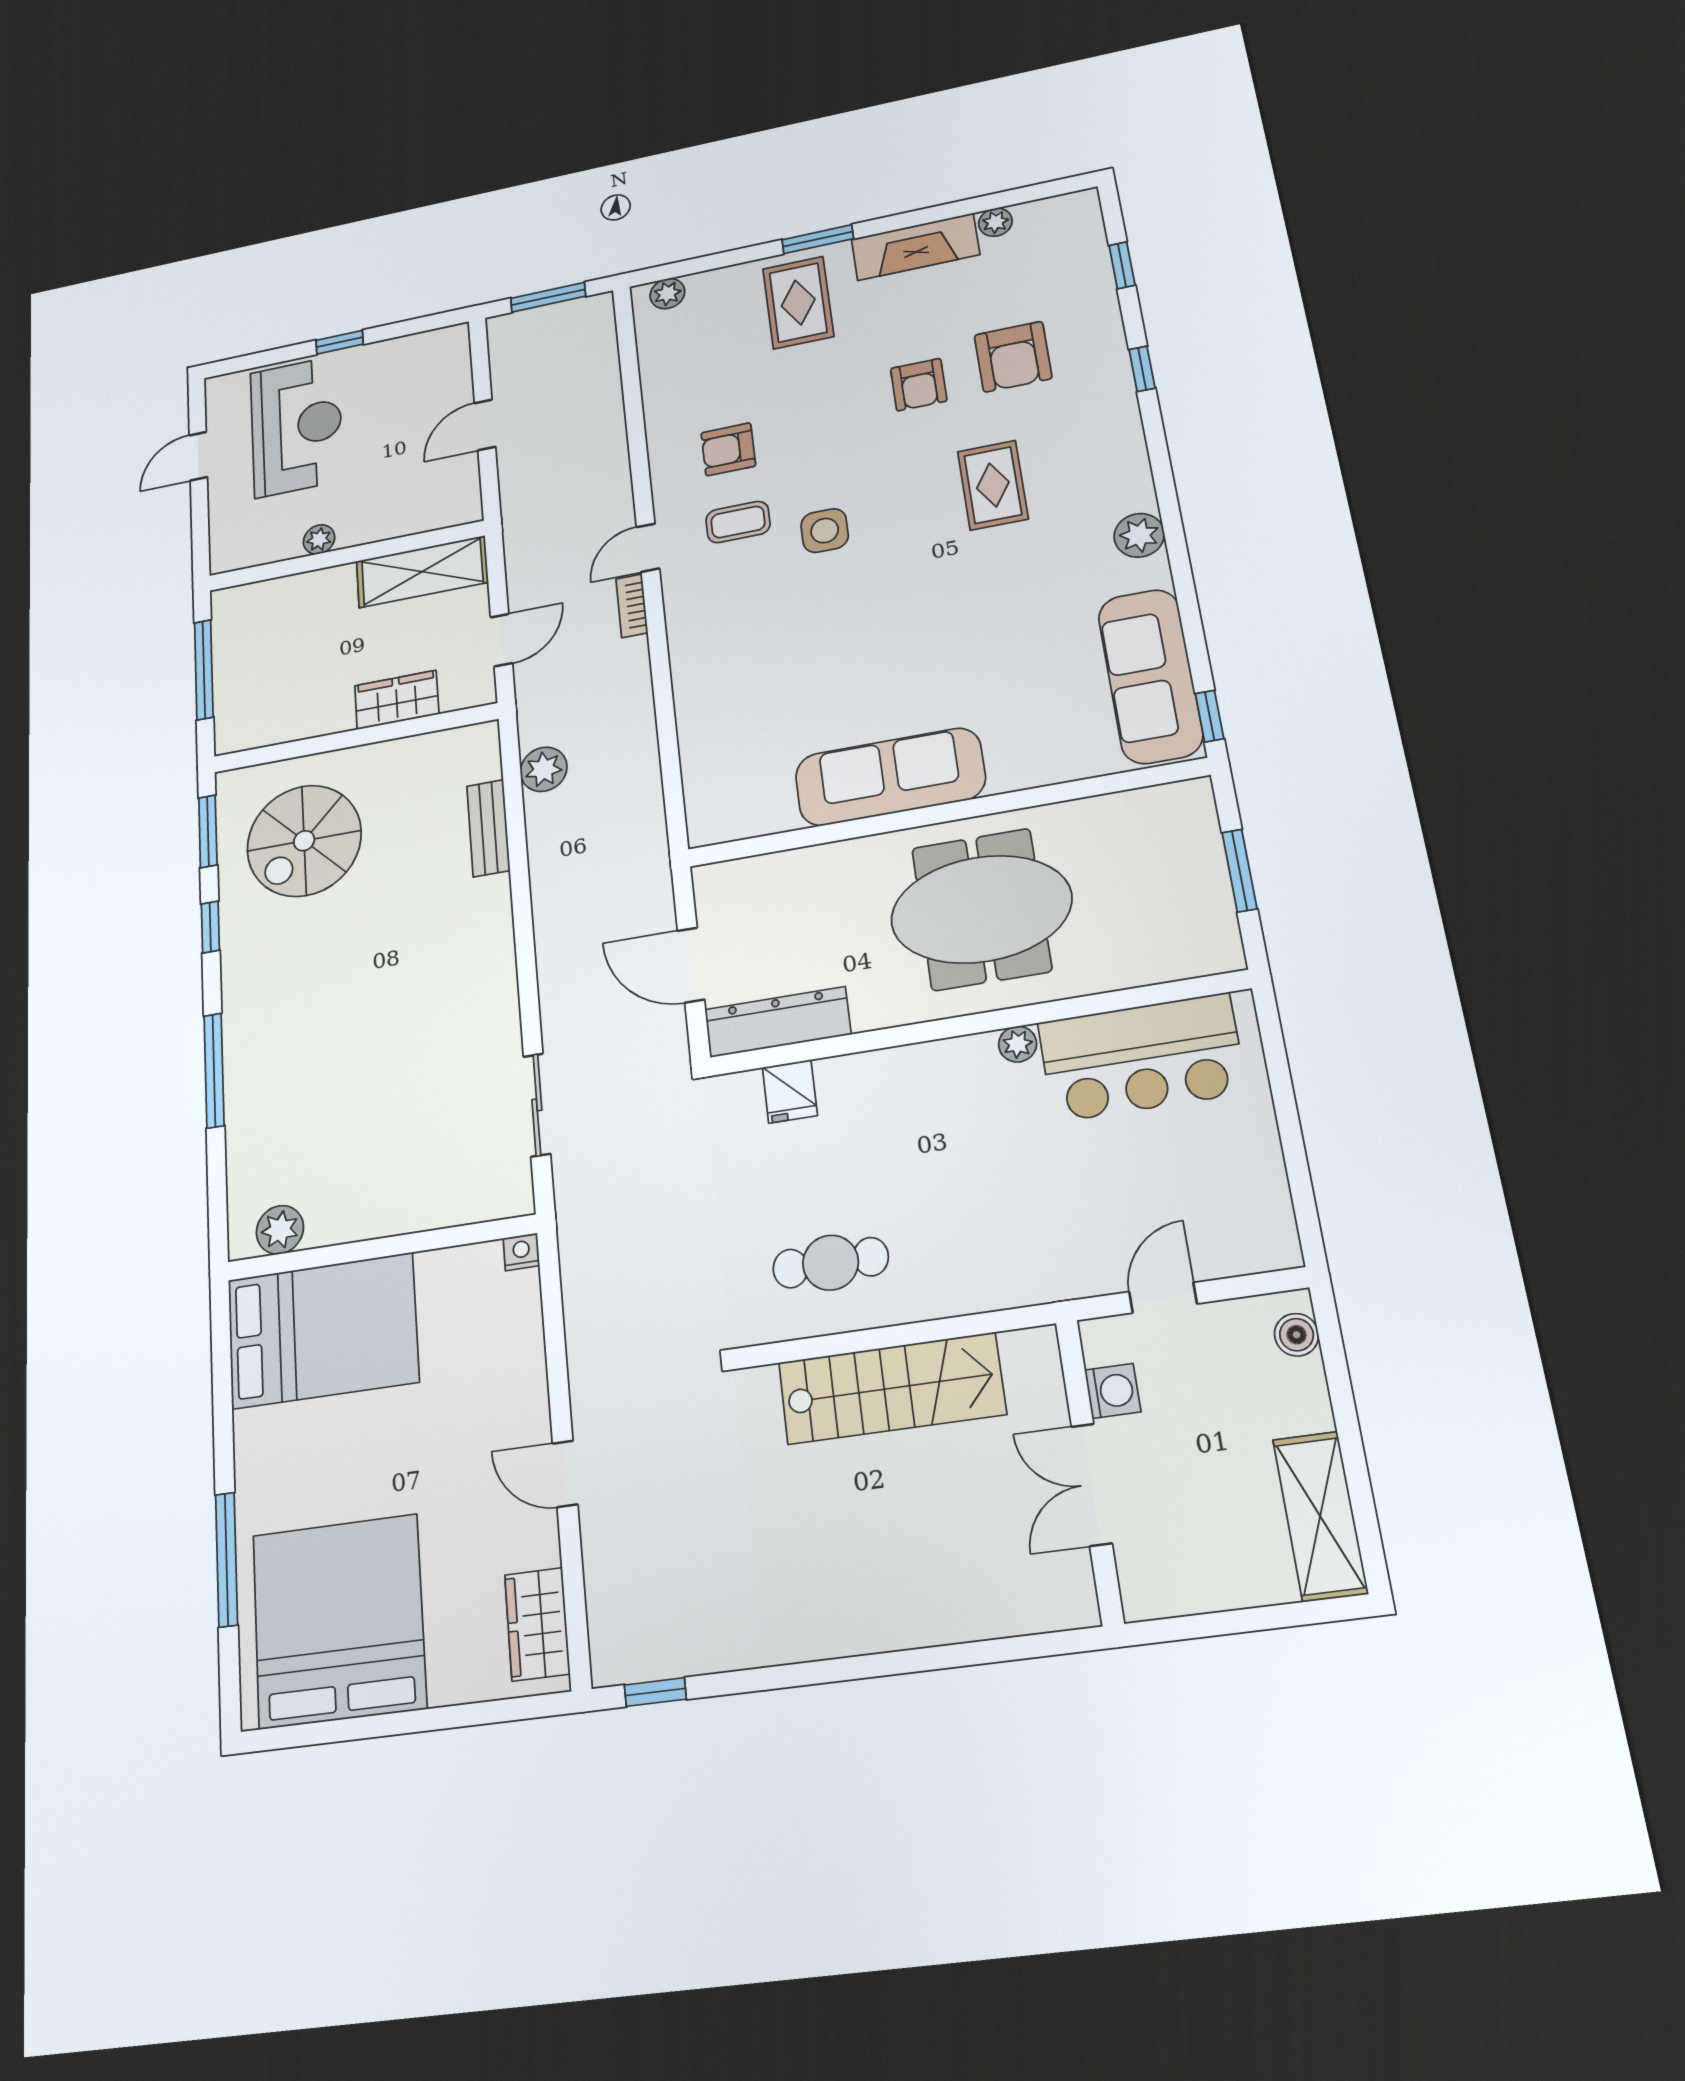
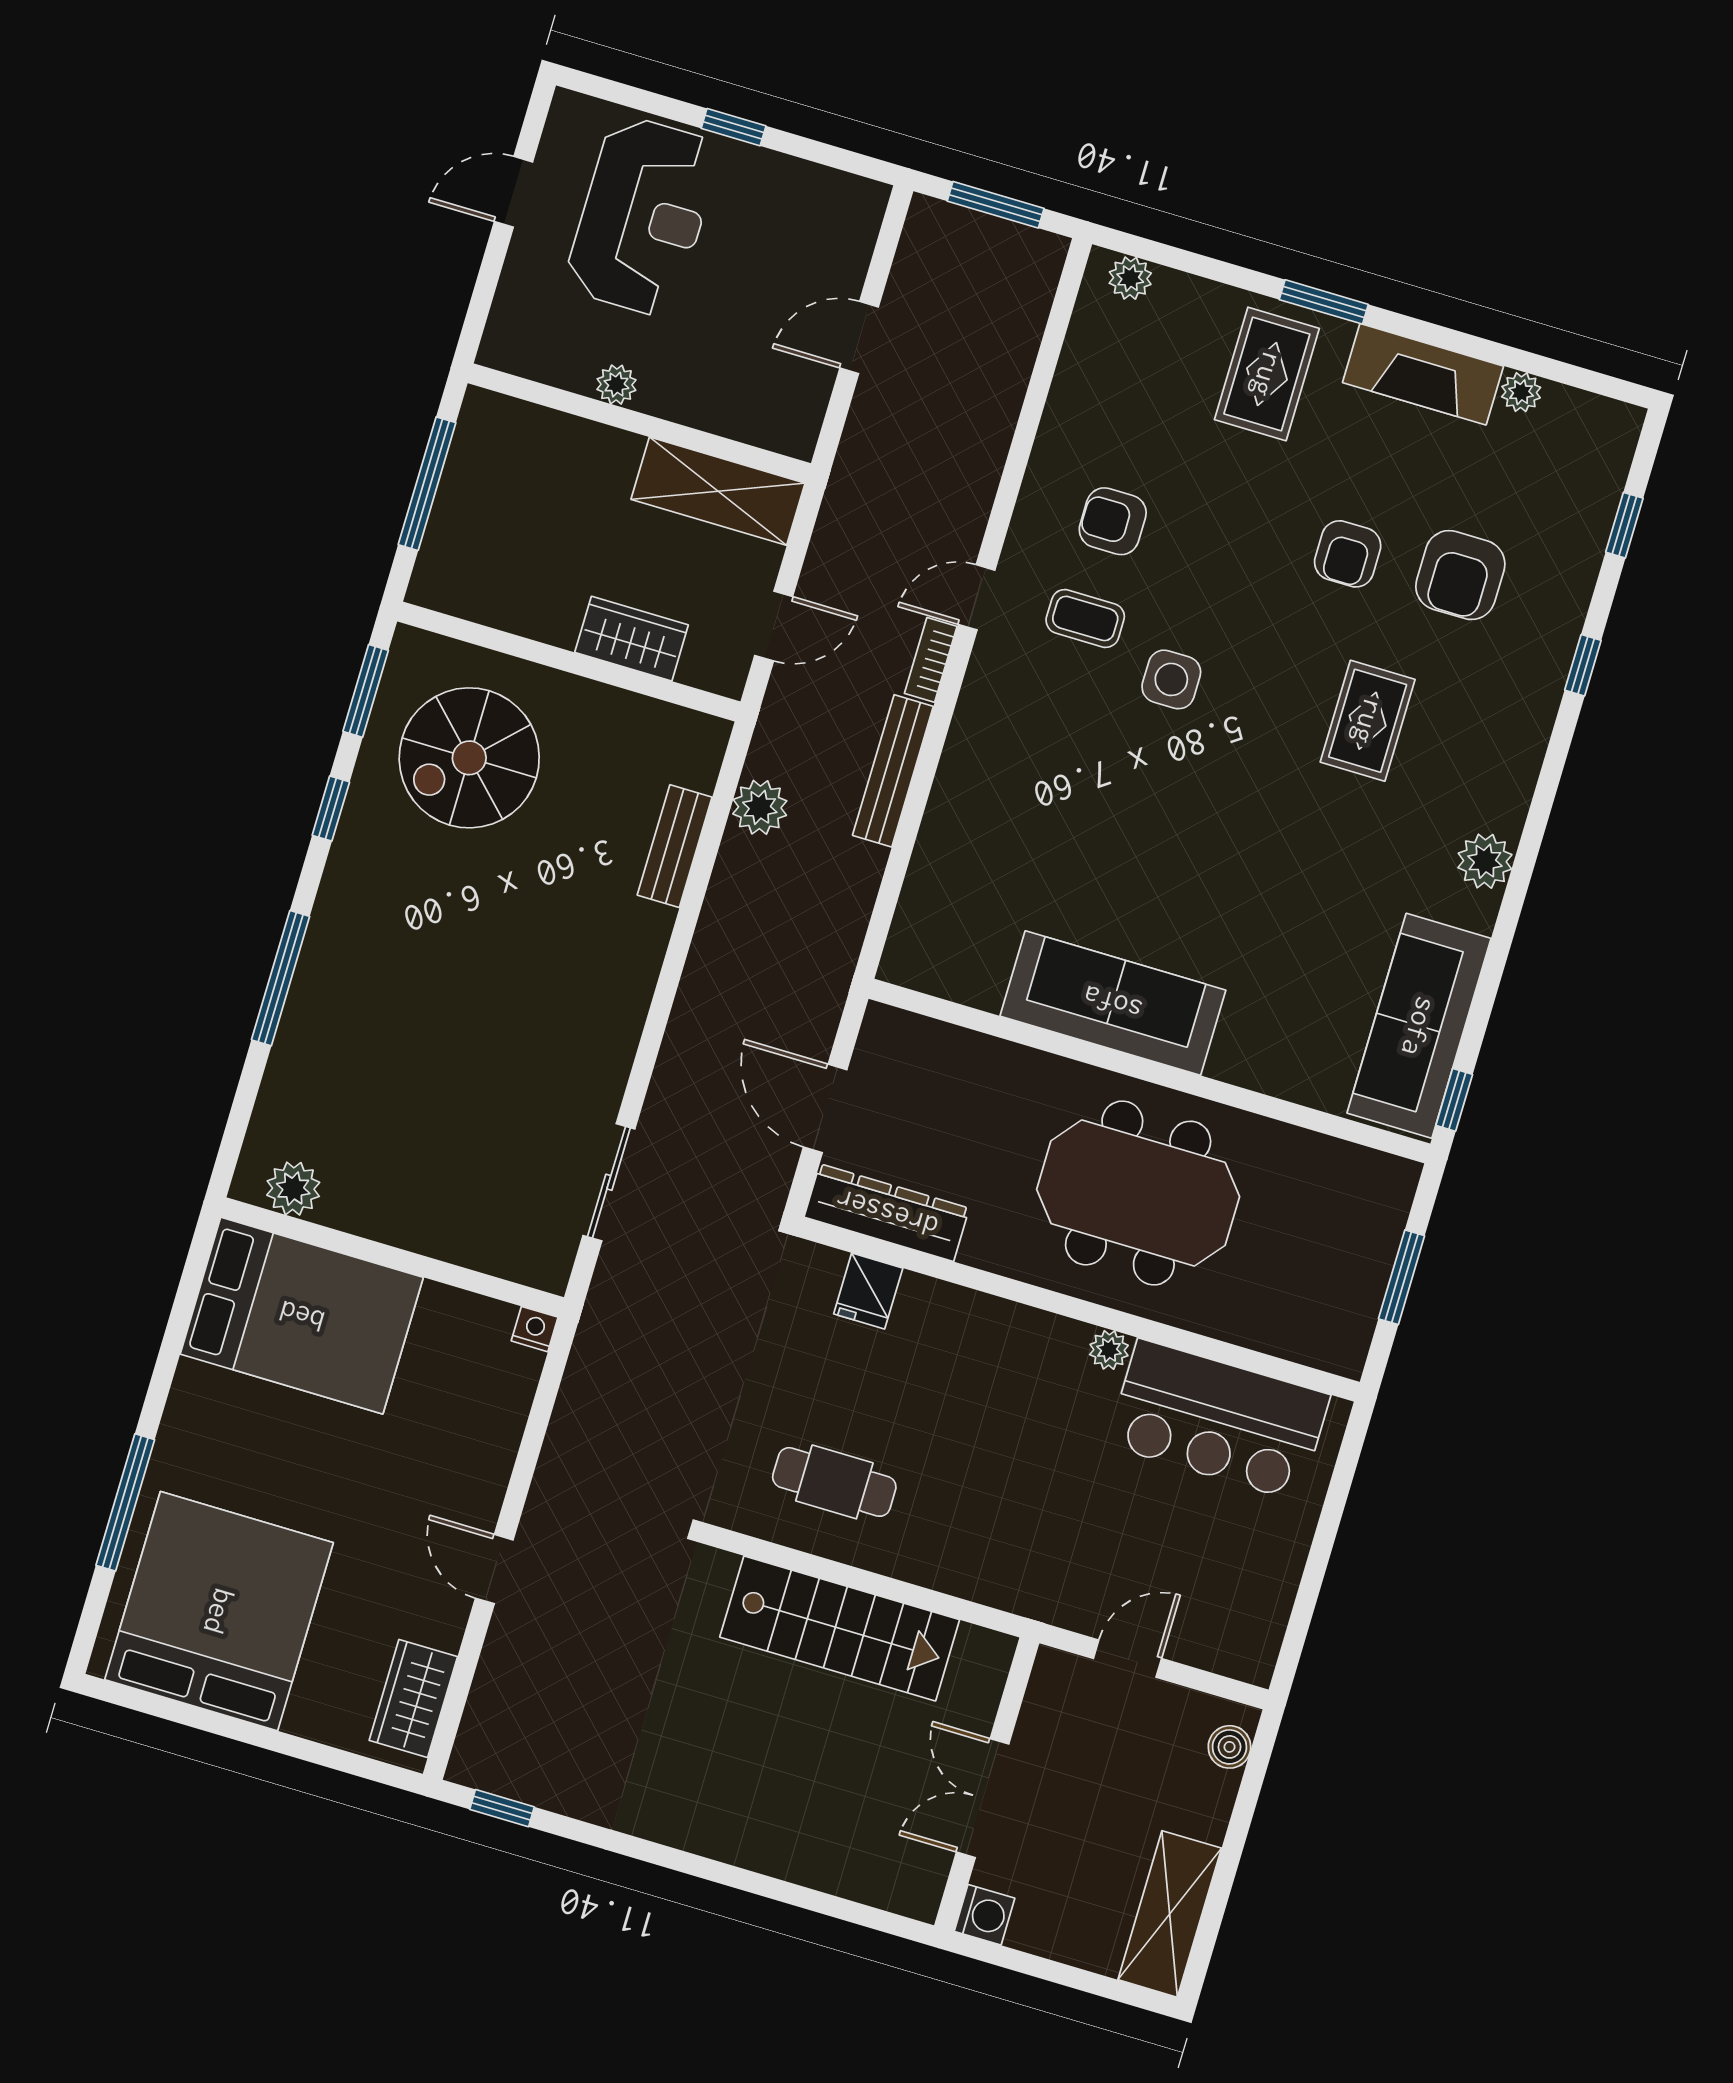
bench: (637, 695) -> (893, 771), added
washing machine: (1113, 1391) -> (984, 1915), moved

